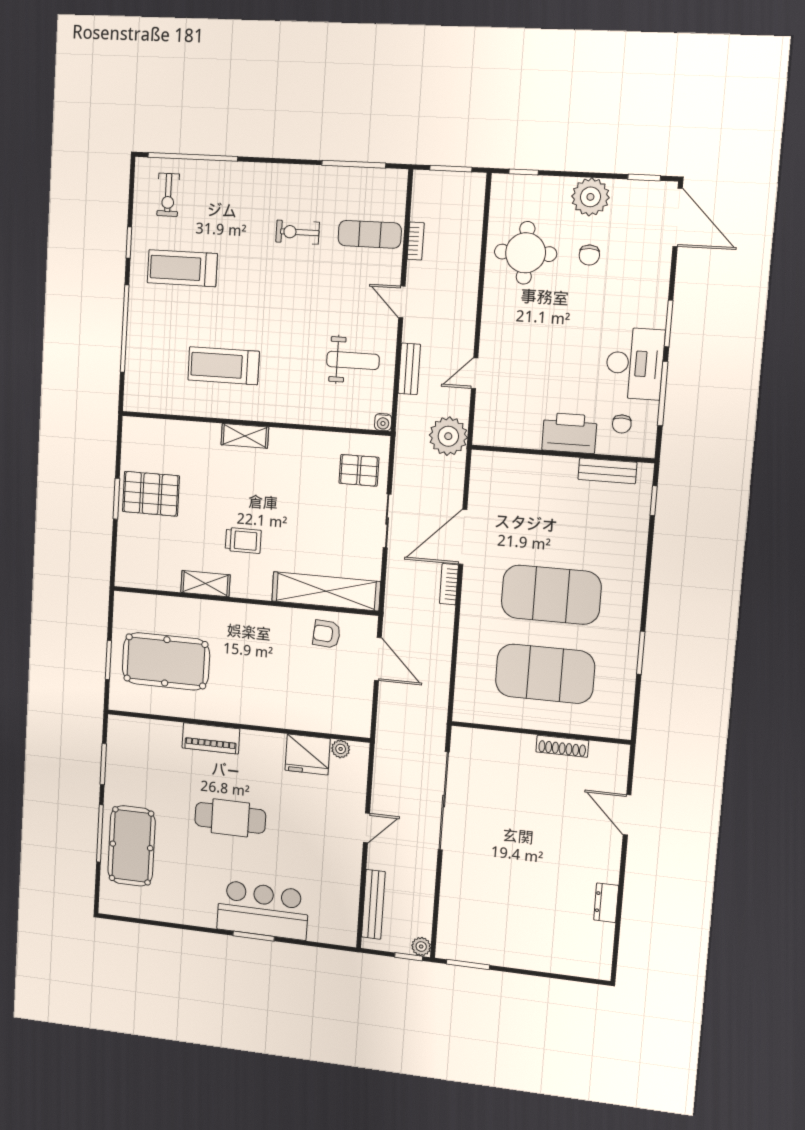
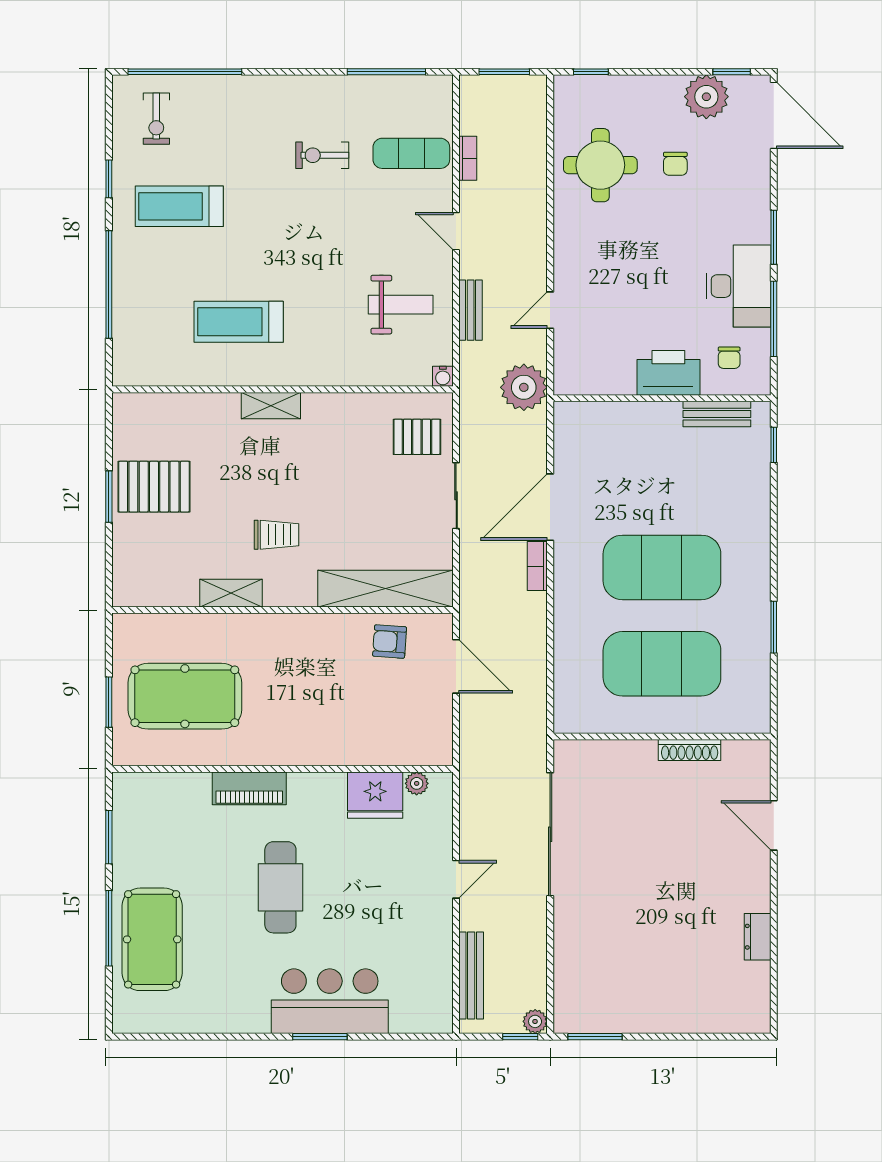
plant: (590, 197) -> (706, 97), moved
cafe table: (230, 818) -> (280, 887), turned 90

